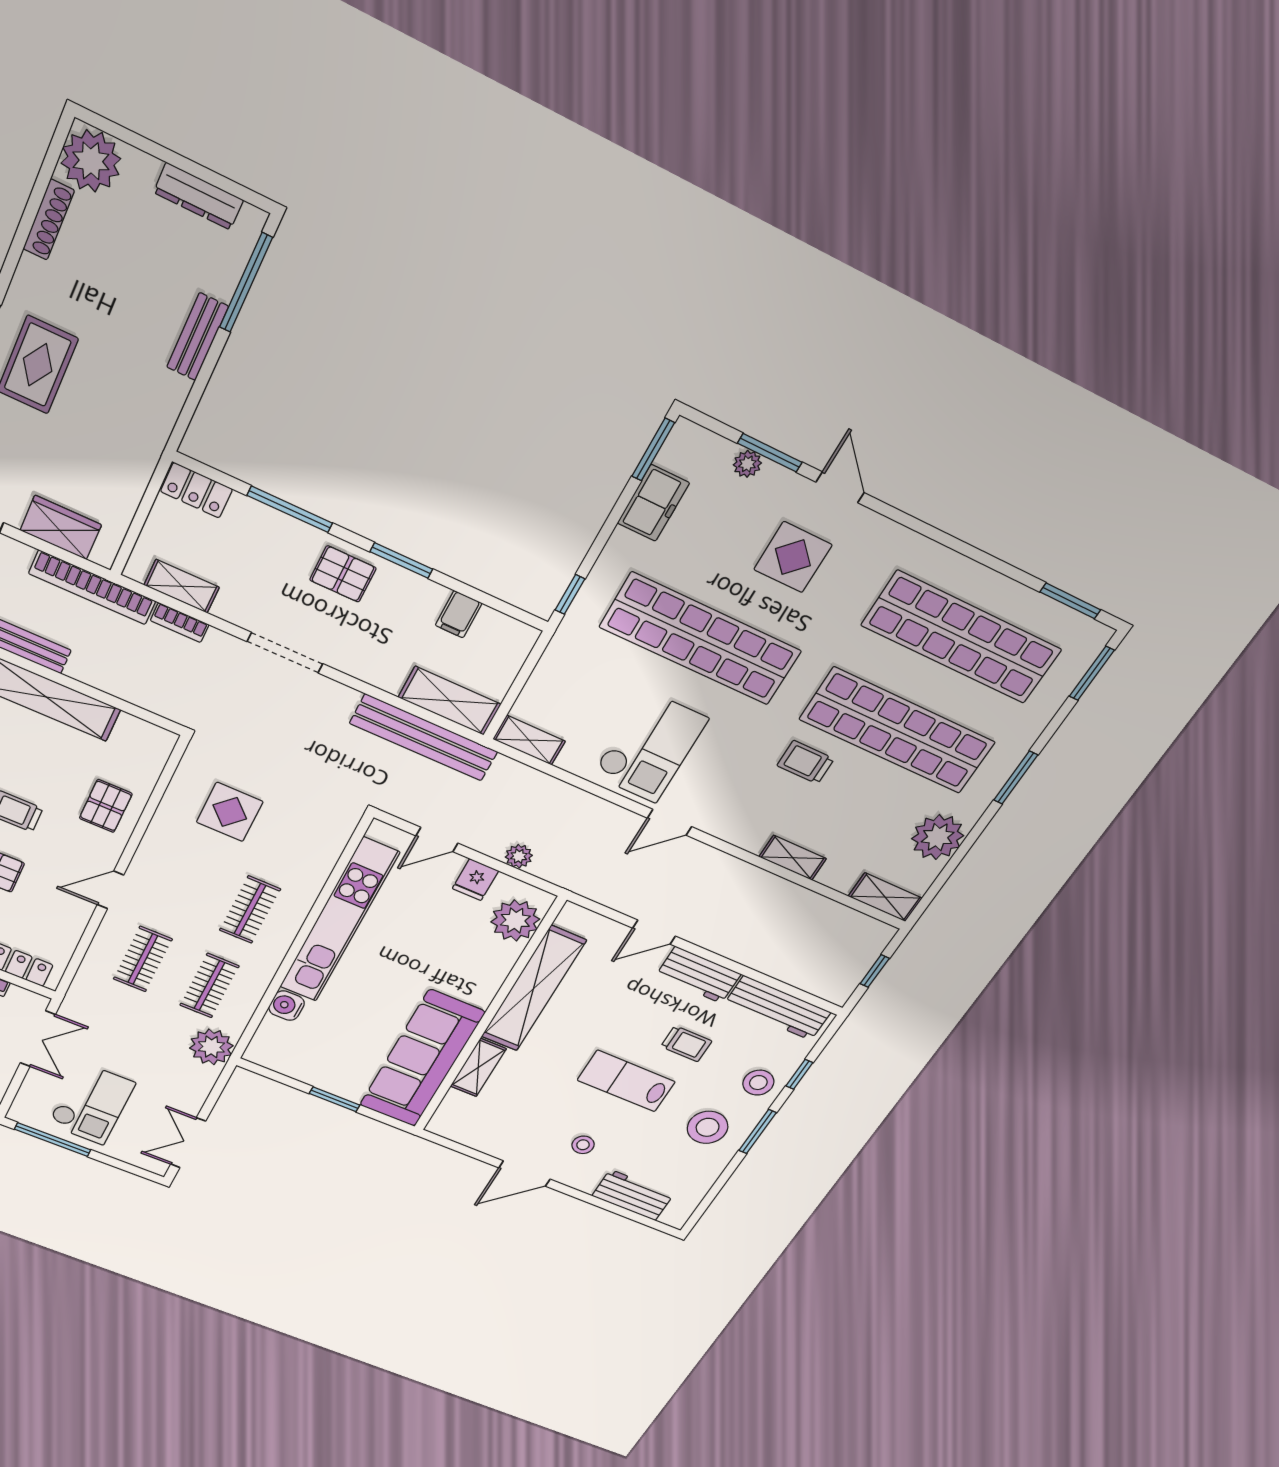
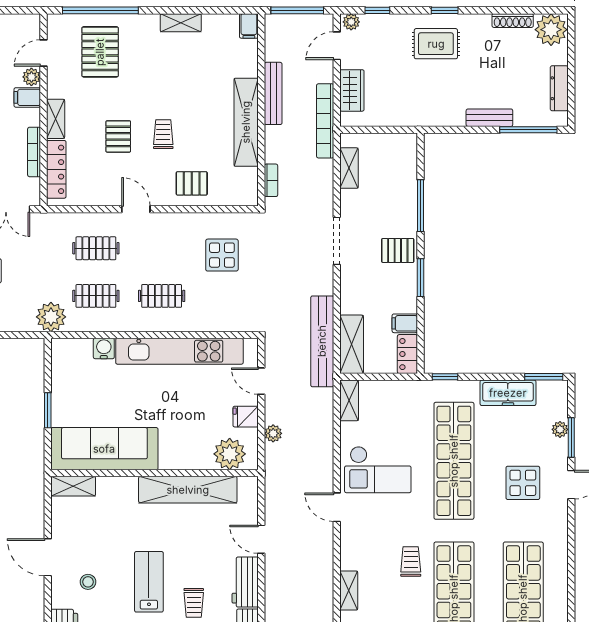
locker: (196, 490) -> (407, 354), moved
freezer: (653, 503) -> (508, 393), width x1.40
pallet: (343, 574) -> (398, 250), turned 90
bookcase: (180, 623) -> (271, 180), moved, turned 180
shelving: (478, 1067) -> (73, 486), moved

